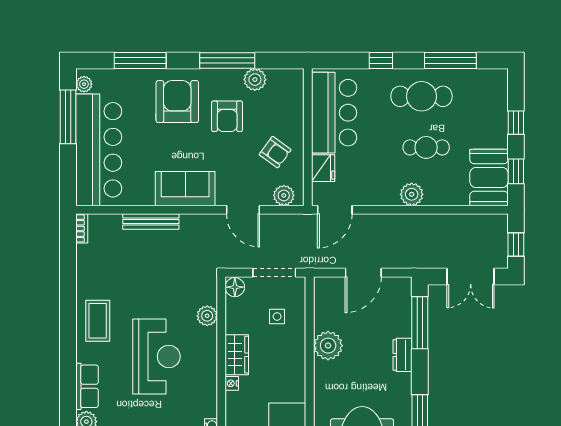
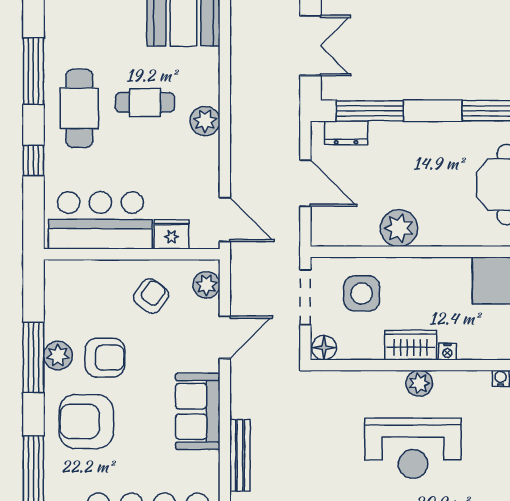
plant: (255, 80) -> (58, 356), moved
cafe table: (426, 147) -> (145, 102), turned 90
plant: (207, 316) -> (419, 383), moved
side table: (277, 316) -> (362, 294), width x1.87, depth x1.87
dresser: (402, 355) -> (346, 133), moved
reception desk: (156, 356) -> (413, 448), turned 180

